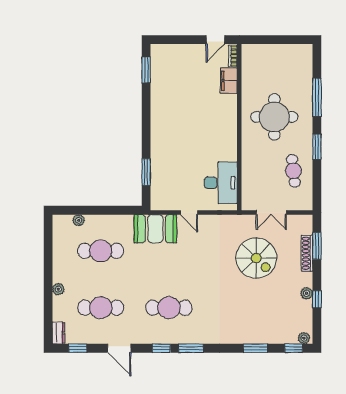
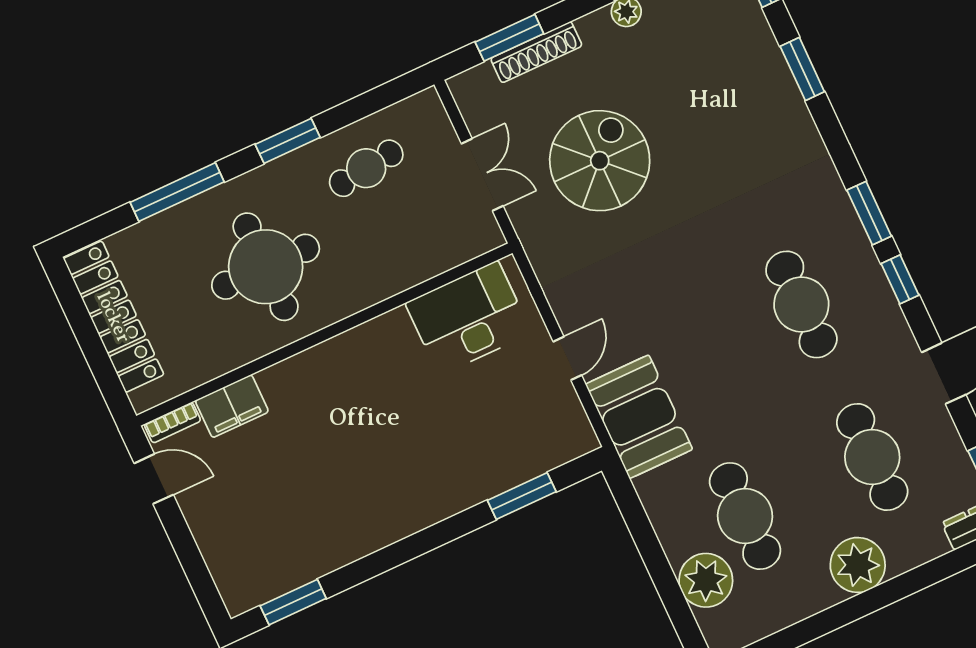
locker: (282, 53) -> (114, 317), added
plant: (79, 220) -> (706, 580), width x1.88, depth x1.88
plant: (58, 289) -> (858, 565), width x1.88, depth x1.88

